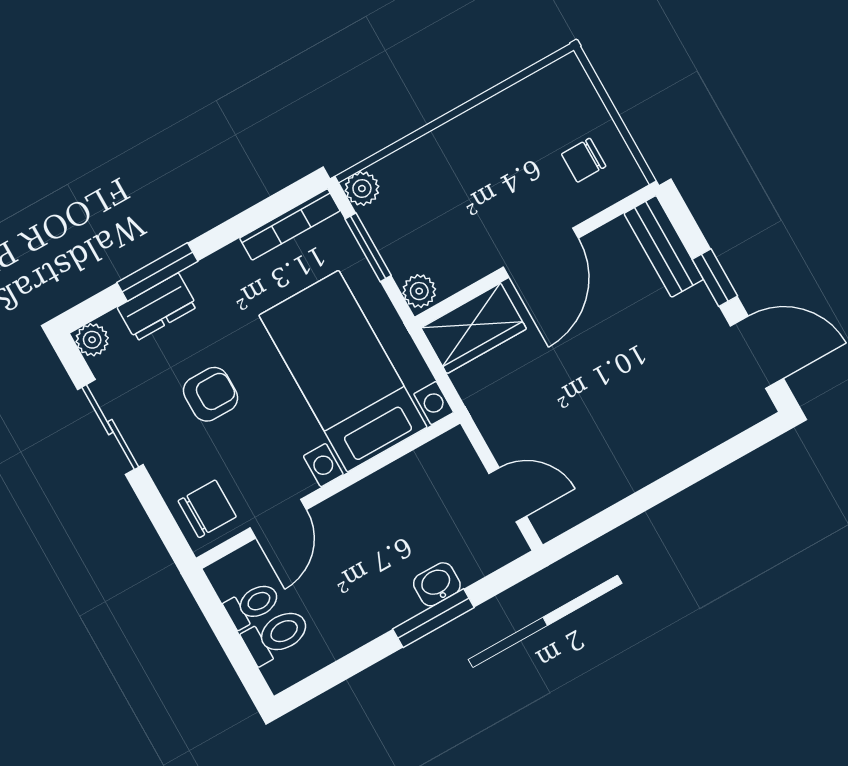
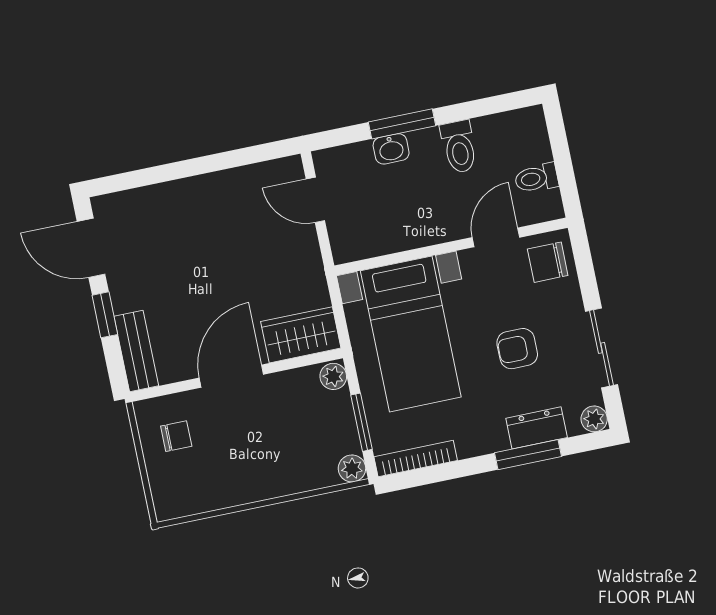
toilet: (276, 636) -> (459, 147), moved, turned -90

